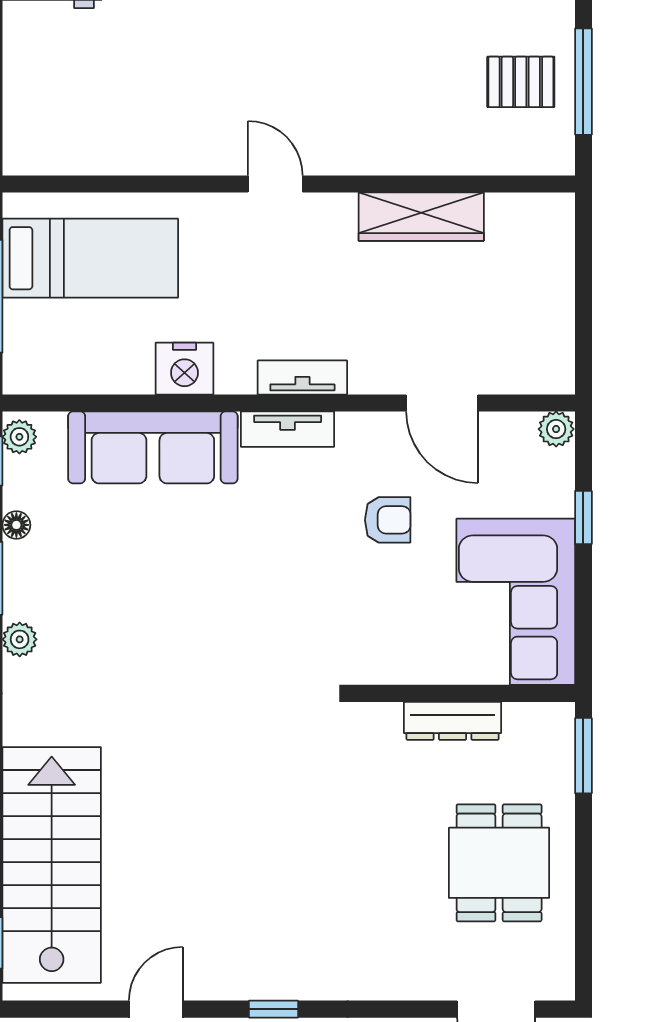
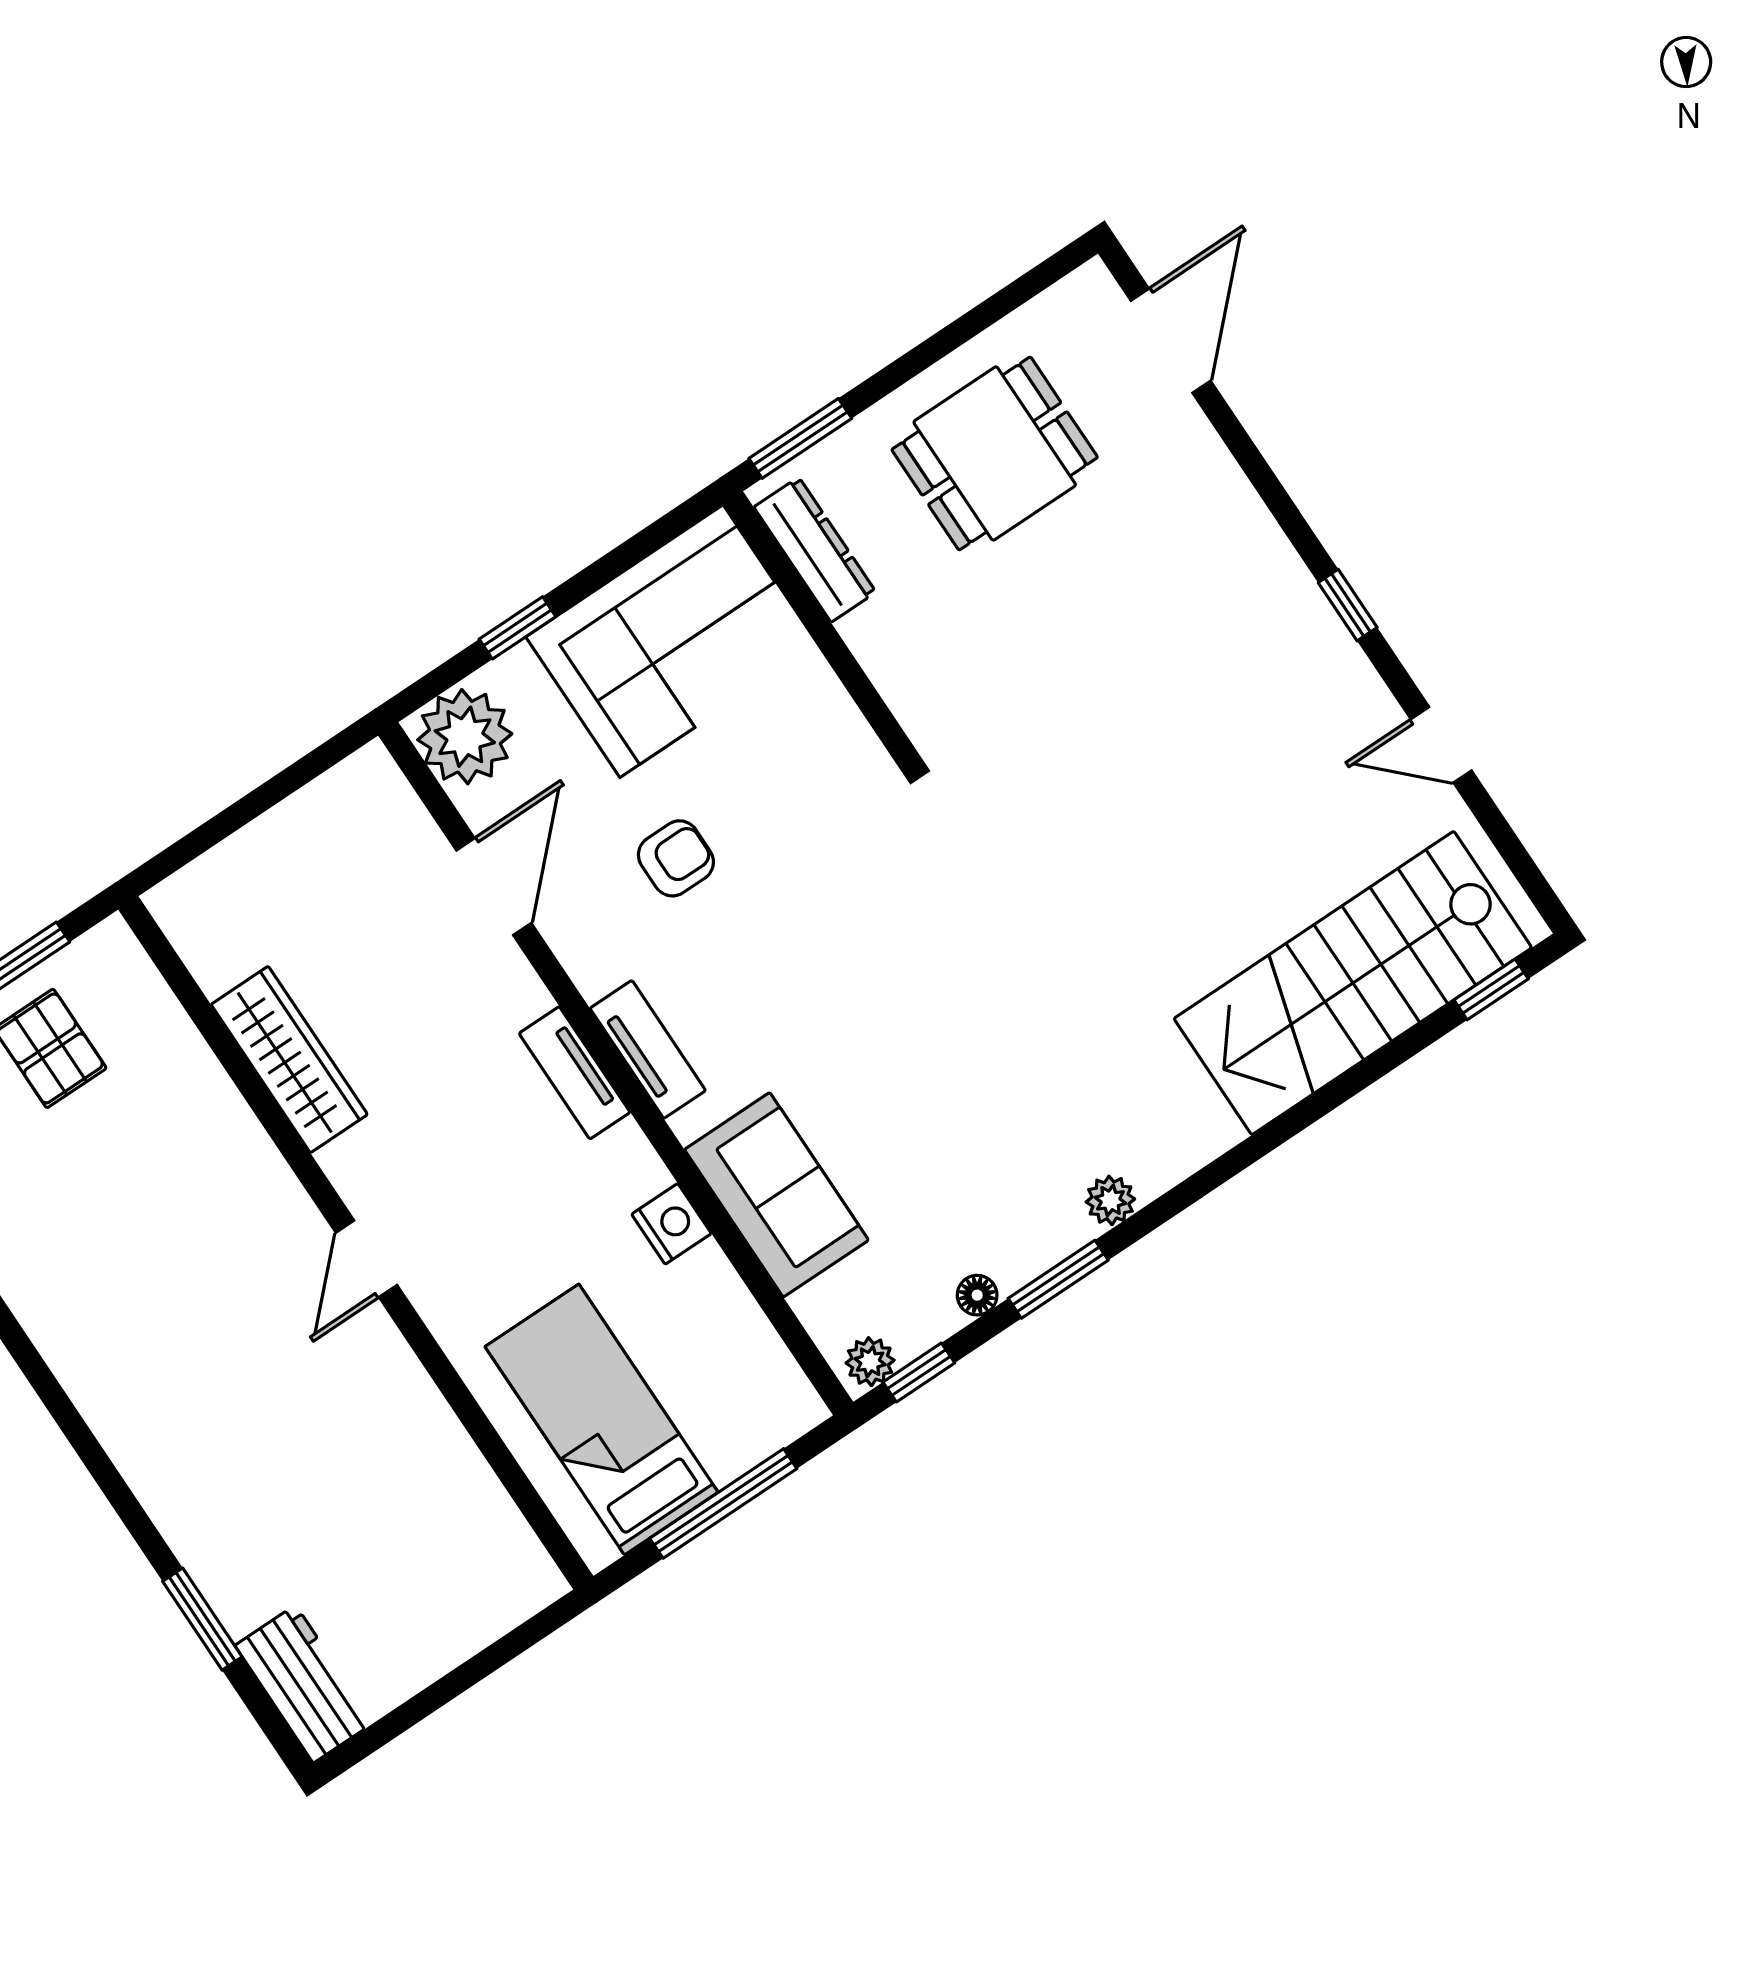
nightstand: (184, 369) -> (671, 1224), width x0.74, depth x0.75
plant: (556, 429) -> (465, 737), width x1.87, depth x1.87
sofa: (153, 447) -> (776, 1195), width x0.73
armchair: (388, 520) -> (676, 858), turned 90
dresser: (453, 721) -> (815, 550), moved

